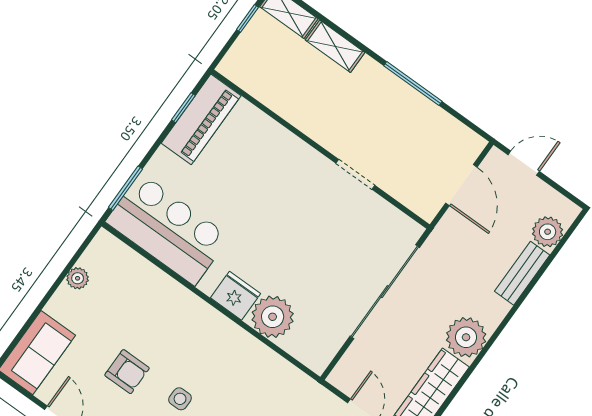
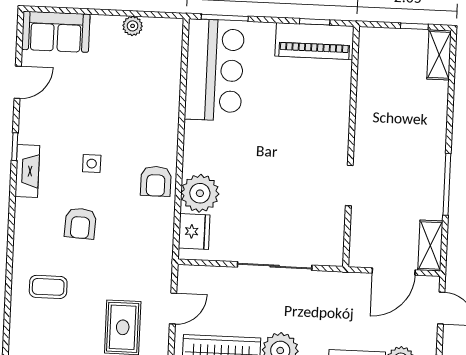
shelving: (335, 46) -> (430, 246), moved
sliding door: (385, 292) -> (275, 266), width x0.73
fridge: (235, 296) -> (194, 231), moved
armchair: (127, 372) -> (156, 181), moved

